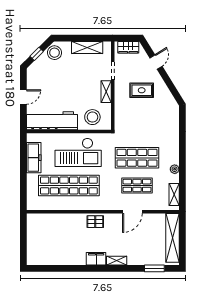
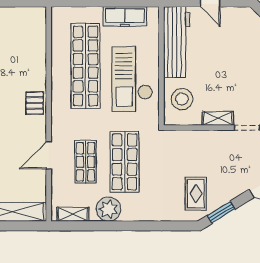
window: (173, 89) -> (221, 212), added
rug: (142, 90) -> (196, 194), moved
plant: (175, 169) -> (109, 209), width x1.87, depth x1.87
door: (132, 212) -> (49, 155), hinge flipped

